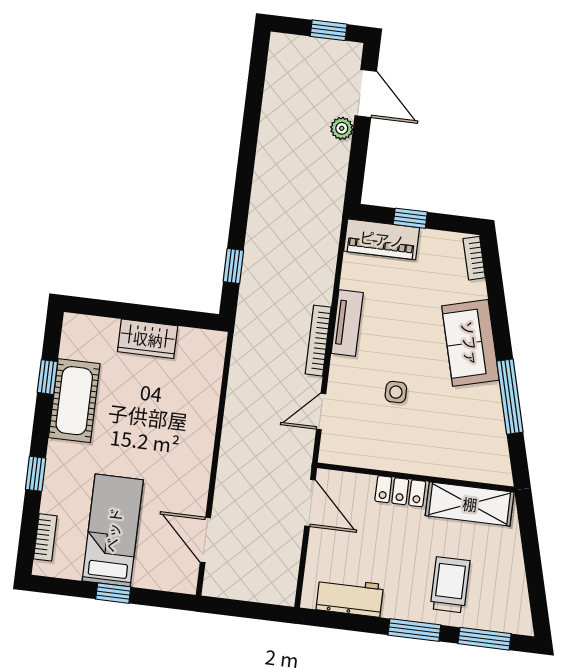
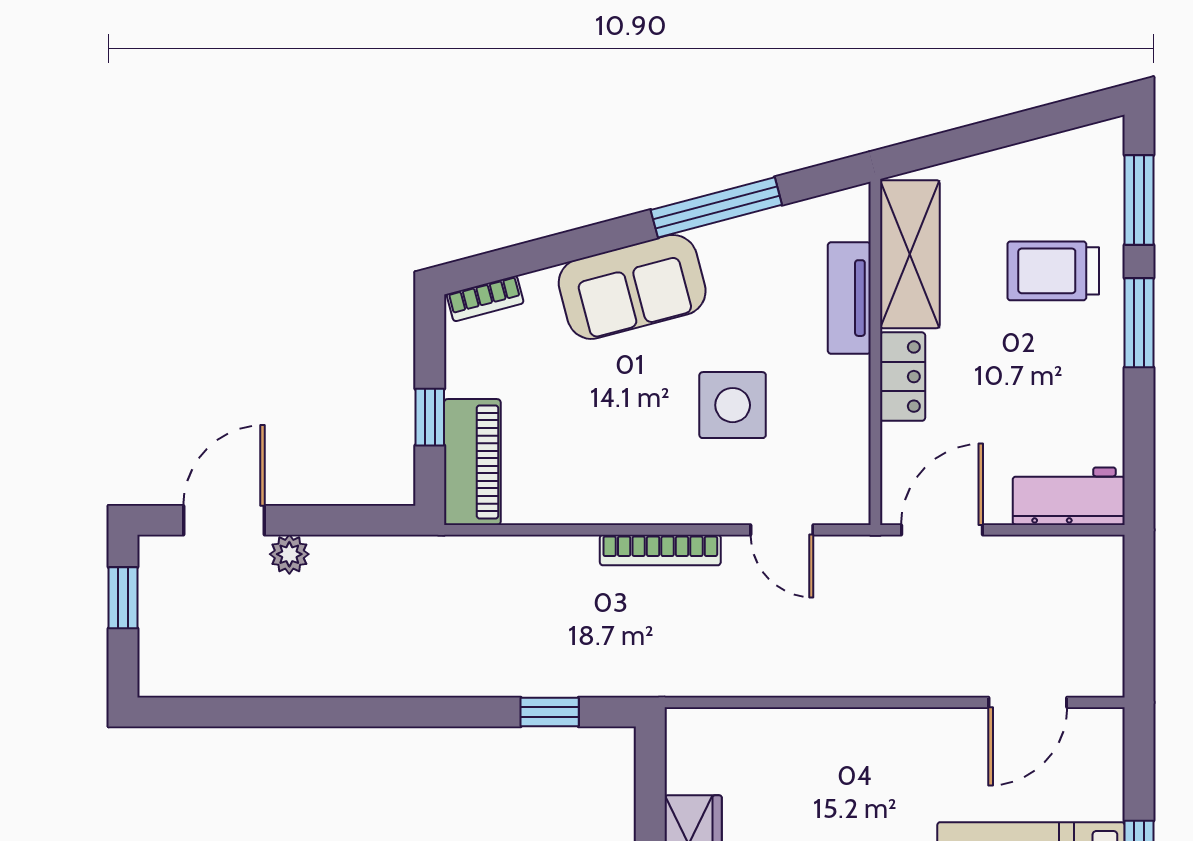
tv unit: (347, 323) -> (849, 298), moved, turned -90
side table: (396, 392) -> (733, 405), width x1.87, depth x1.87
workbench: (350, 597) -> (1069, 496), moved, turned 90

